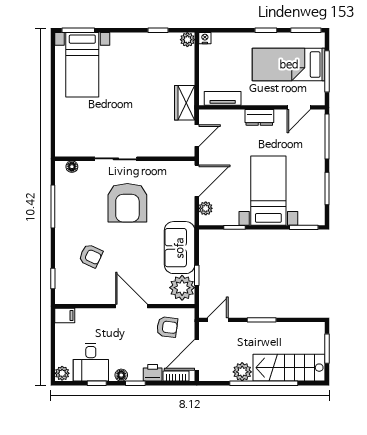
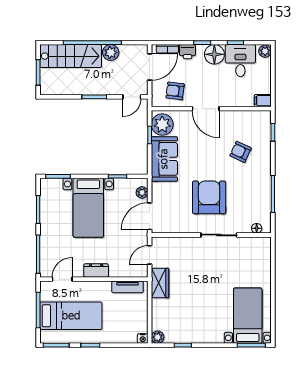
floor lamp: (121, 375) -> (214, 54), width x1.89, depth x1.89

